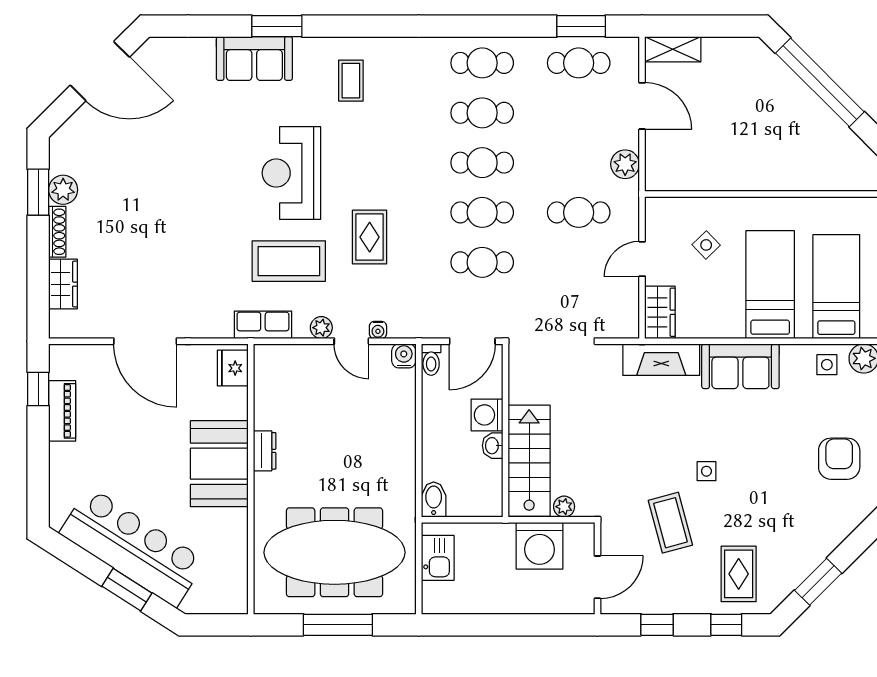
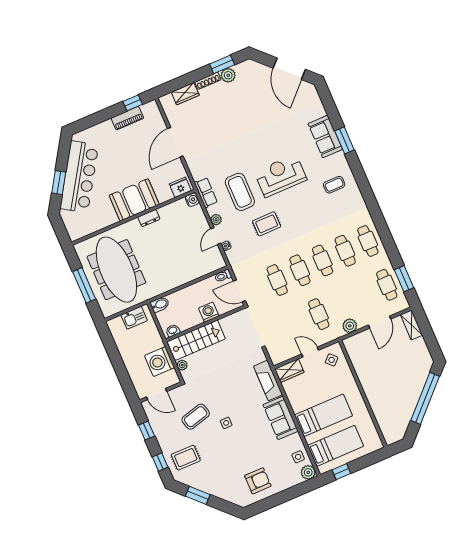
side table: (706, 245) -> (332, 360), moved
water cooler: (404, 356) -> (192, 200), moved
washbasin: (493, 446) -> (173, 331), moved

